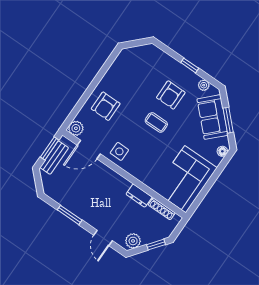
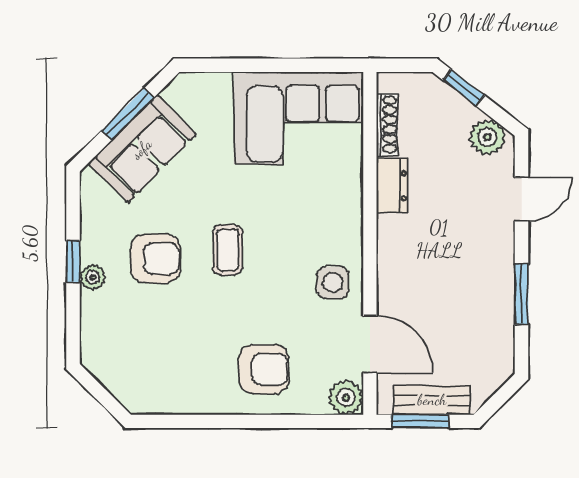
plant: (204, 85) -> (93, 277), moved
floor lamp: (222, 151) -> (195, 84), removed

